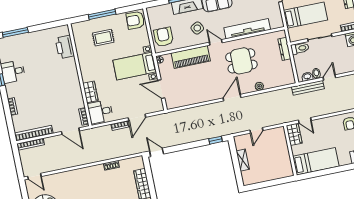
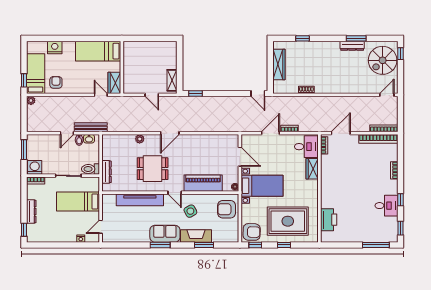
window: (129, 9) -> (255, 245), added
window: (102, 14) -> (284, 245), width x0.46
armchair: (163, 37) -> (227, 209), turned 90
rug: (103, 38) -> (288, 221), width x1.86, depth x2.06
door: (256, 130) -> (152, 95), swing flipped
door: (70, 131) -> (341, 133), hinge flipped
shelving: (243, 160) -> (172, 80), moved
door: (34, 176) -> (387, 95), hinge flipped

